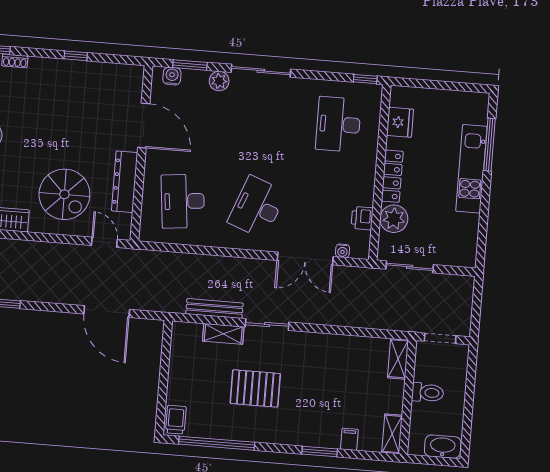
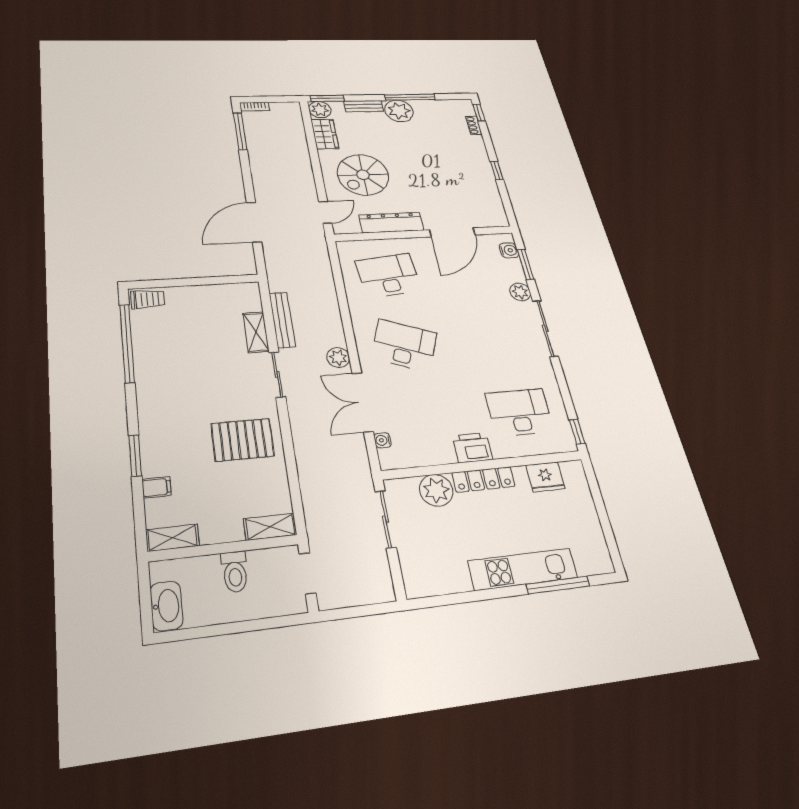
printer: (362, 218) -> (472, 448), moved, width x1.36, depth x1.24
plant: (259, 269) -> (338, 357), added
pallet: (255, 388) -> (243, 440), moved, turned 90

